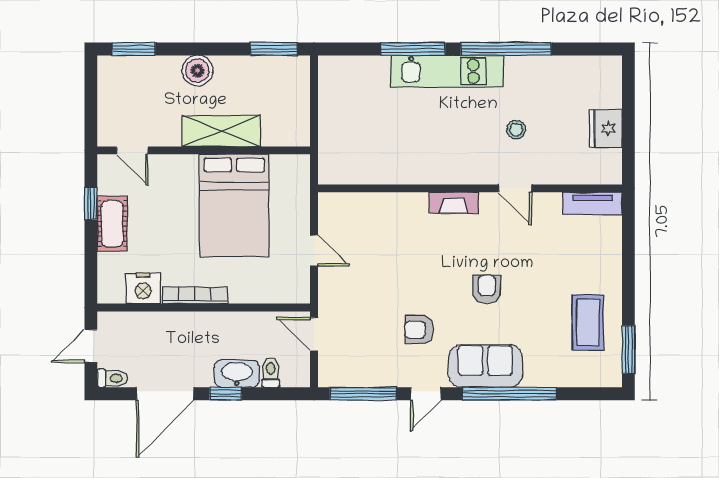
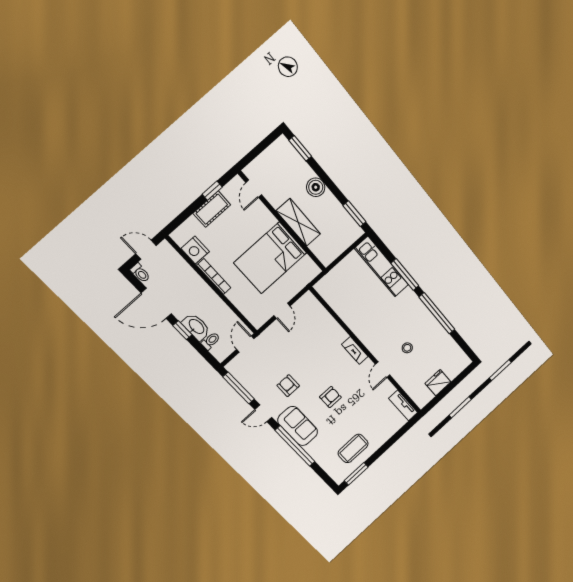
kitchen unit: (447, 71) -> (382, 267), moved

